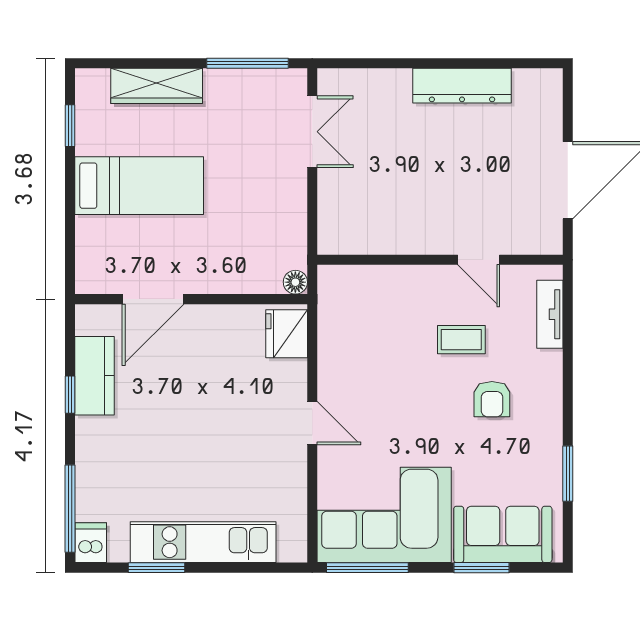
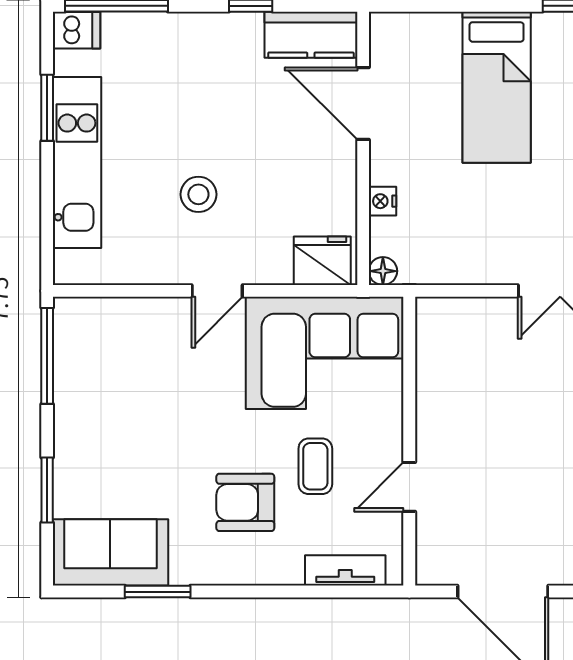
nightstand: (236, 283) -> (382, 201), added
kitchen counter: (95, 376) -> (311, 35), moved
armchair: (492, 399) -> (245, 502), width x1.38, depth x1.38
stool: (230, 439) -> (198, 194), added
corner sofa: (384, 515) -> (325, 353), moved, turned 90
sofa: (503, 534) -> (110, 552), moved, turned -90

